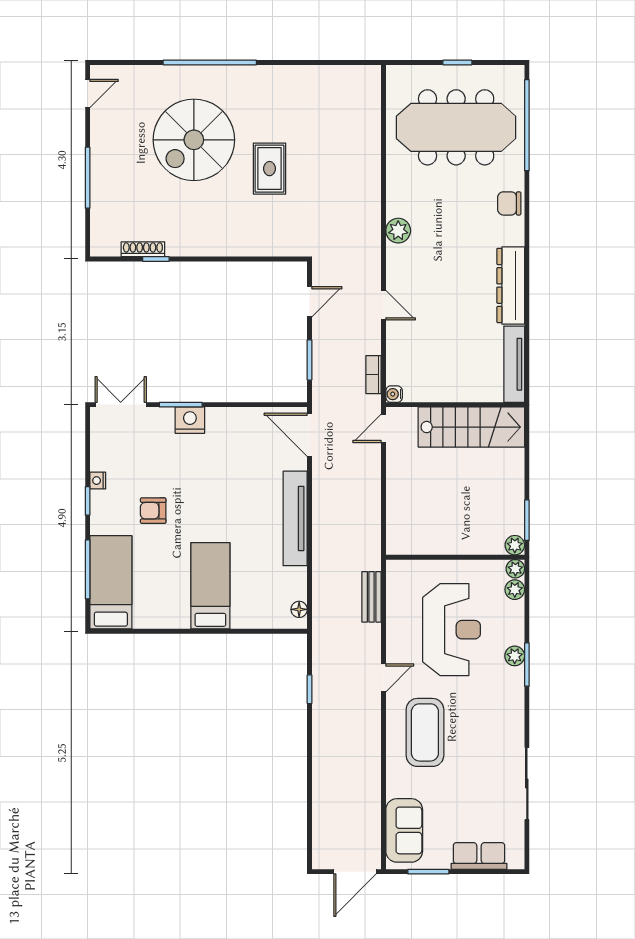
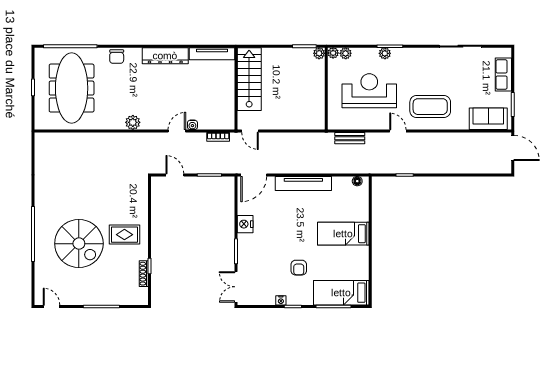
rug: (269, 169) -> (124, 235), moved
water cooler: (394, 394) -> (192, 125), moved
nightstand: (190, 420) -> (245, 224), moved

